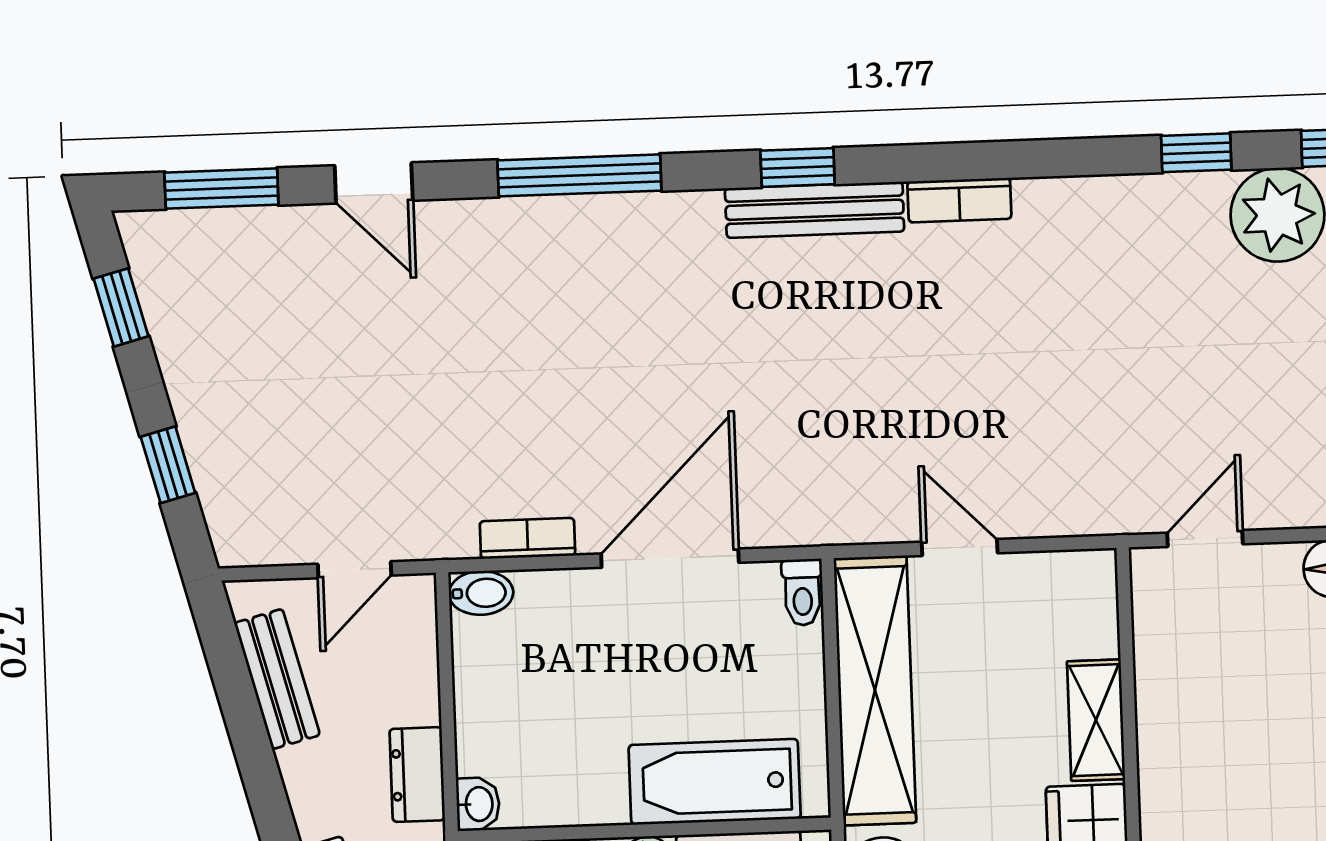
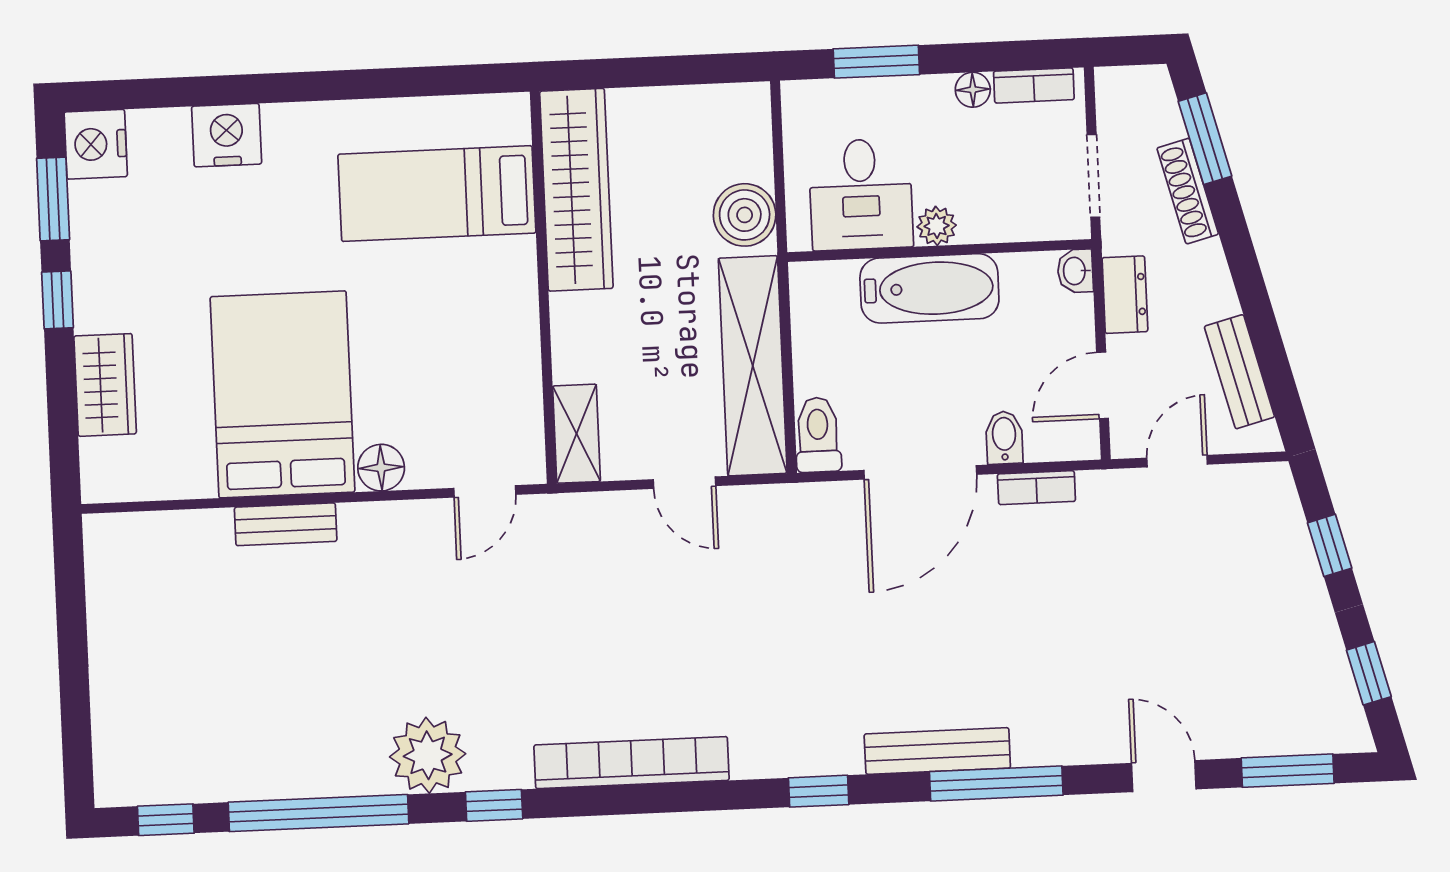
bookcase: (959, 200) -> (632, 763), width x2.31, depth x1.31
bench: (815, 210) -> (937, 751), moved
toilet: (802, 592) -> (818, 435), width x1.37, depth x1.39
bidet: (481, 593) -> (1004, 438), moved, turned 90
door: (445, 663) -> (1103, 385), added
shelving: (1096, 720) -> (576, 434), moved
bathtub: (715, 782) -> (929, 288), moved

